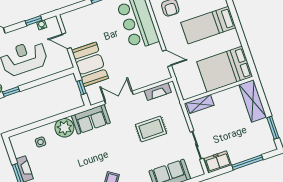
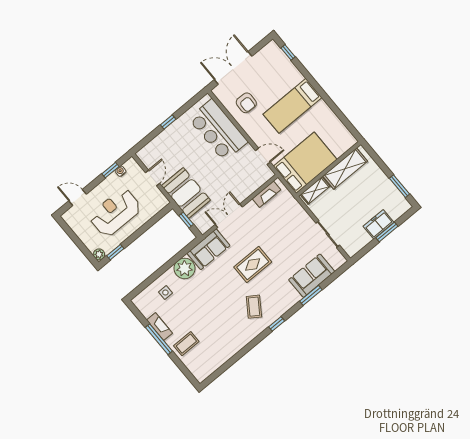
door: (67, 41) -> (152, 178), swing flipped
bed: (225, 69) -> (305, 163), moved, turned 180
shelving: (253, 101) -> (345, 169), moved, turned 90
rug: (151, 129) -> (253, 264), moved
freezer: (218, 162) -> (378, 224), moved
window: (247, 162) -> (387, 232), width x0.69

